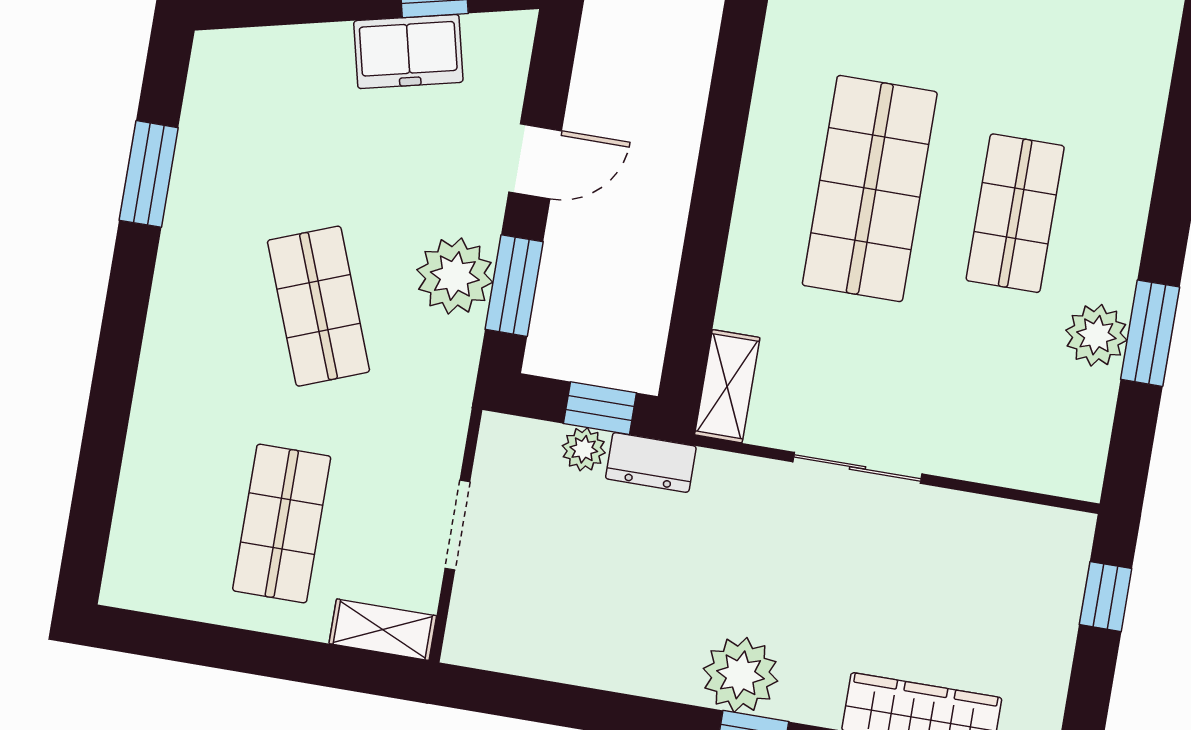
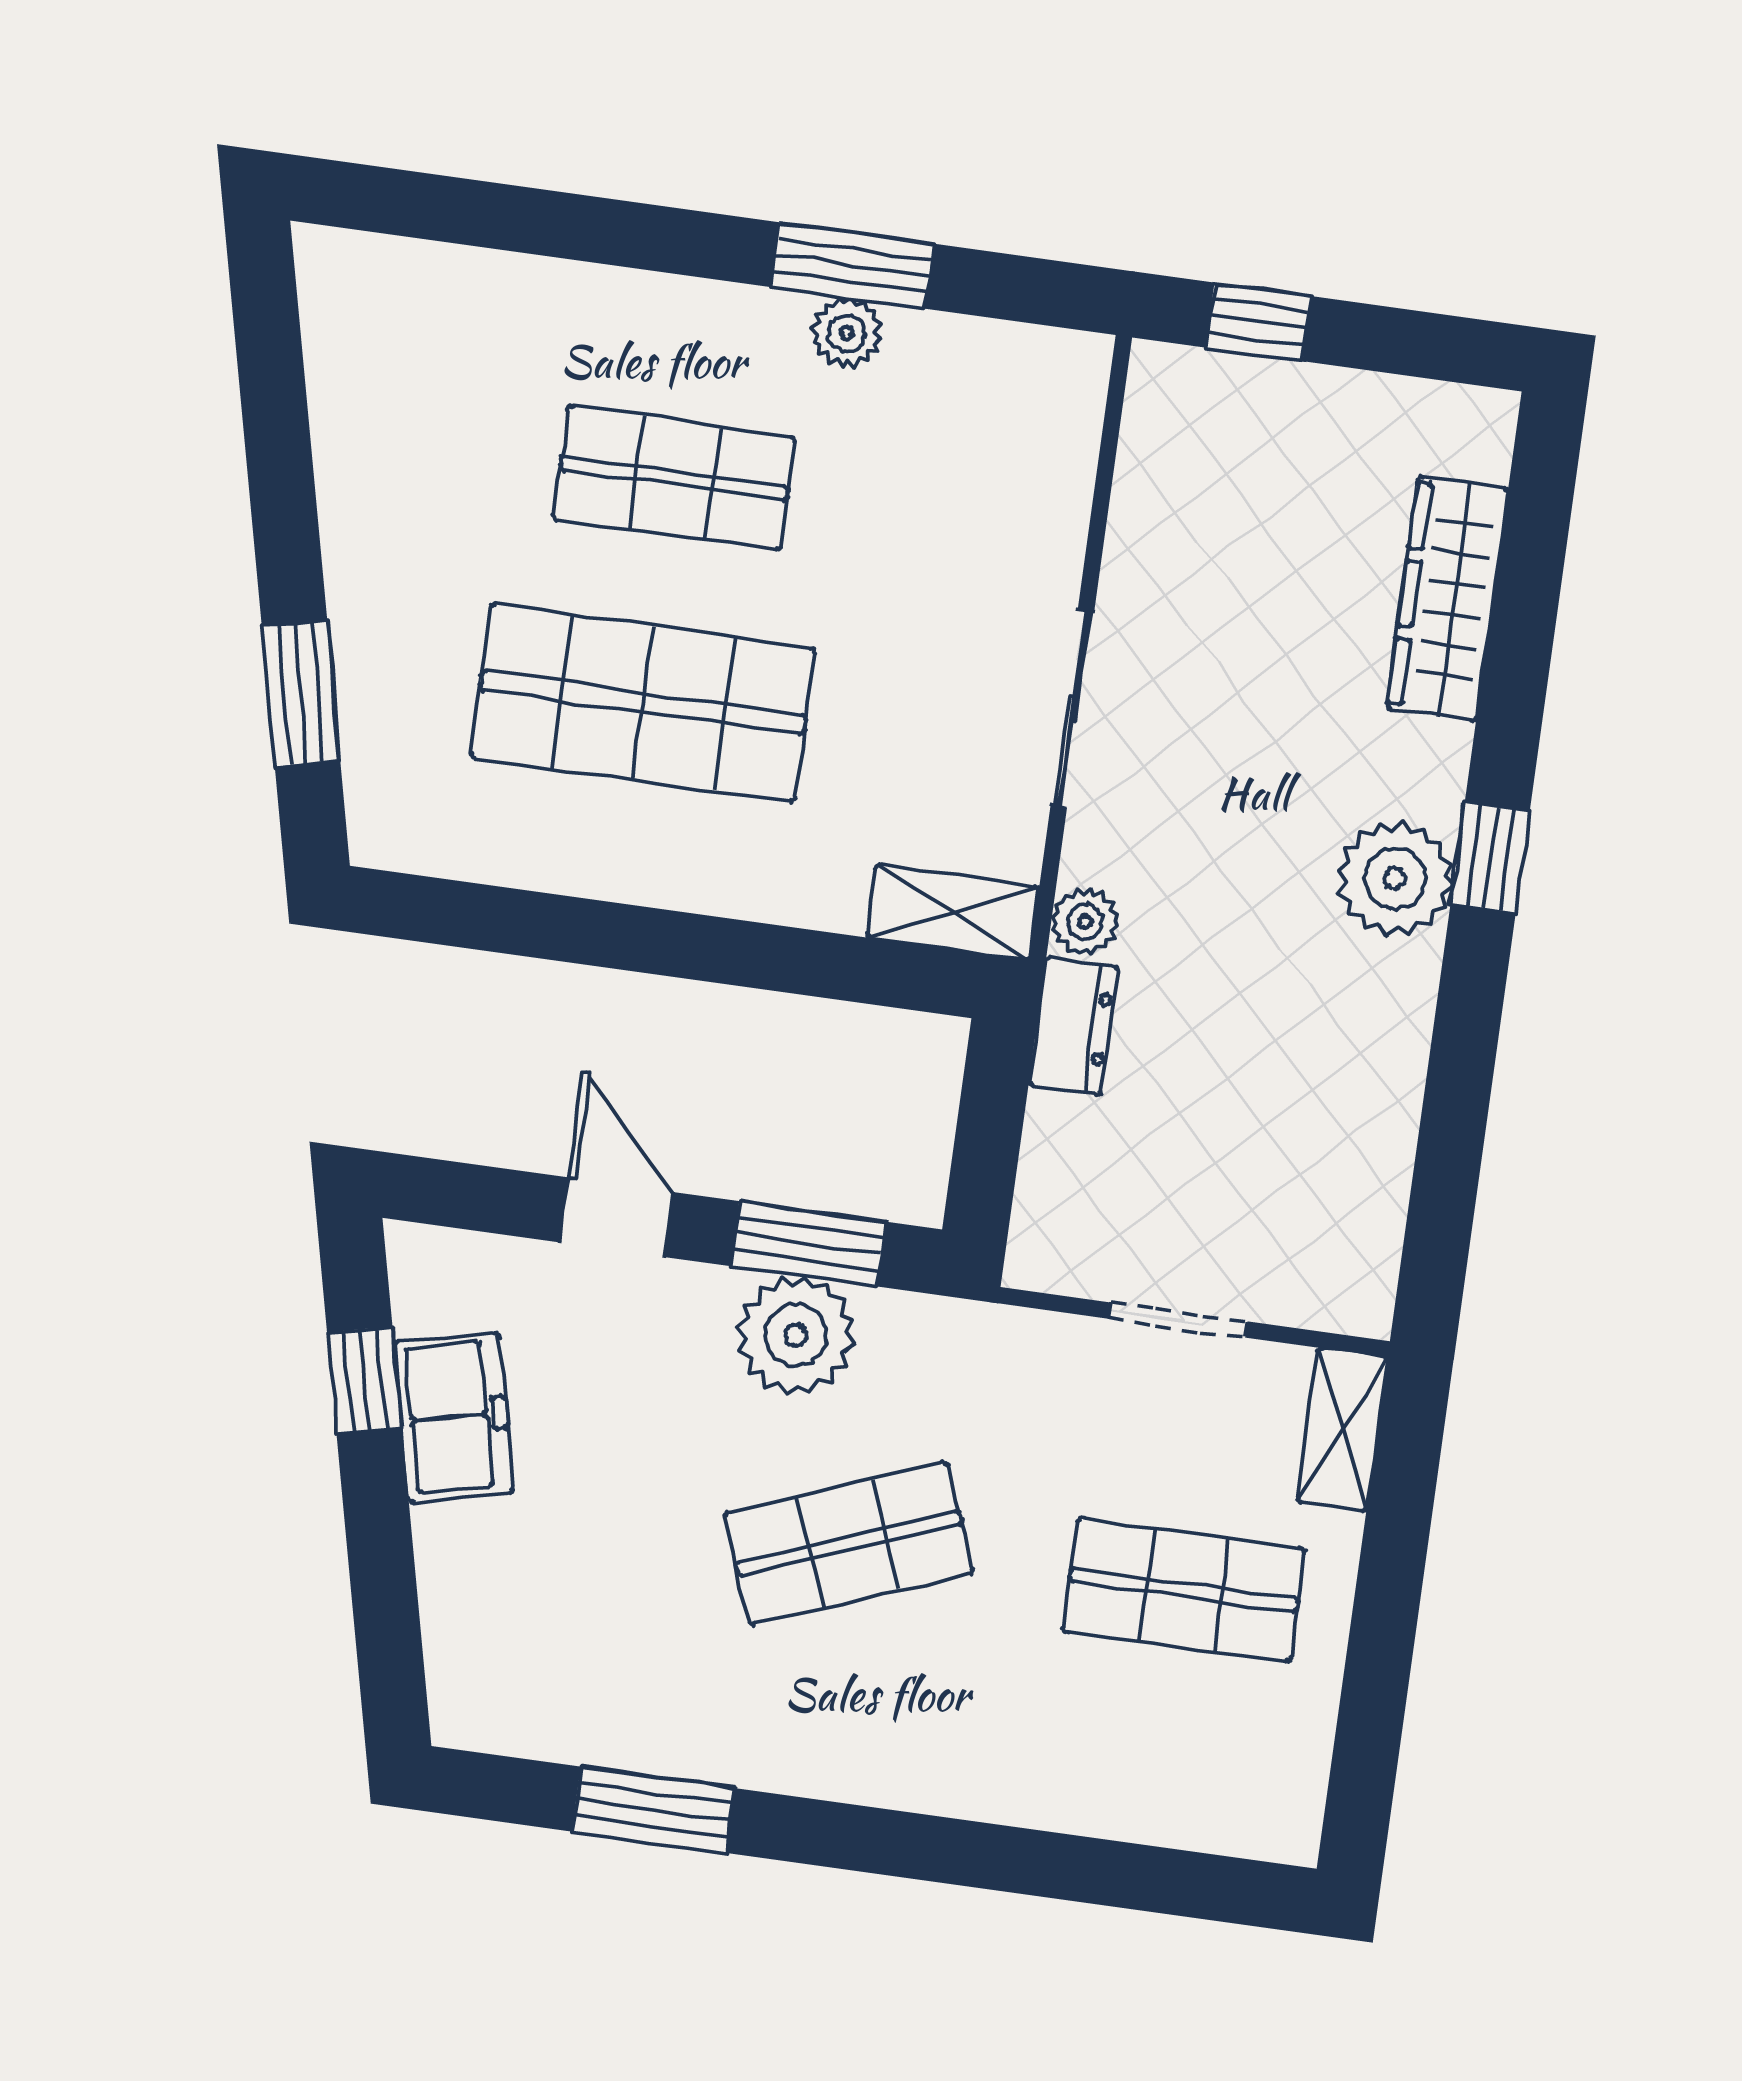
plant: (1096, 335) -> (847, 333), width x0.73, depth x0.73
window: (600, 408) -> (992, 1106), removed
plant: (584, 449) -> (1085, 922), moved

